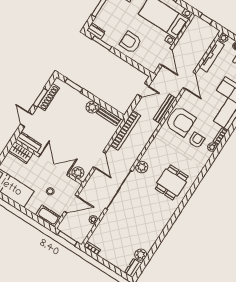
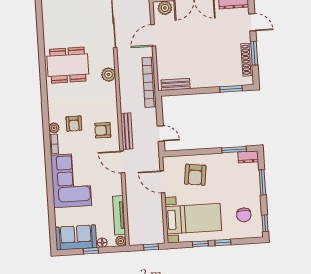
armchair: (130, 42) -> (195, 175), moved, turned 97
door: (189, 81) -> (122, 162), moved
door: (143, 90) -> (161, 134), swing flipped
plant: (92, 107) -> (198, 81), removed
armchair: (180, 121) -> (103, 130), width x0.53, depth x0.53
door: (99, 160) -> (153, 35), hinge flipped
plant: (142, 167) -> (108, 75), moved
dining table: (172, 182) -> (68, 65), width x1.38

